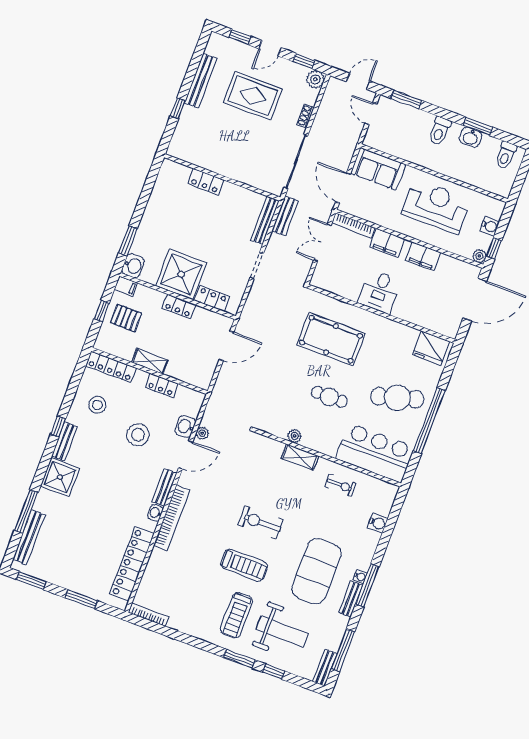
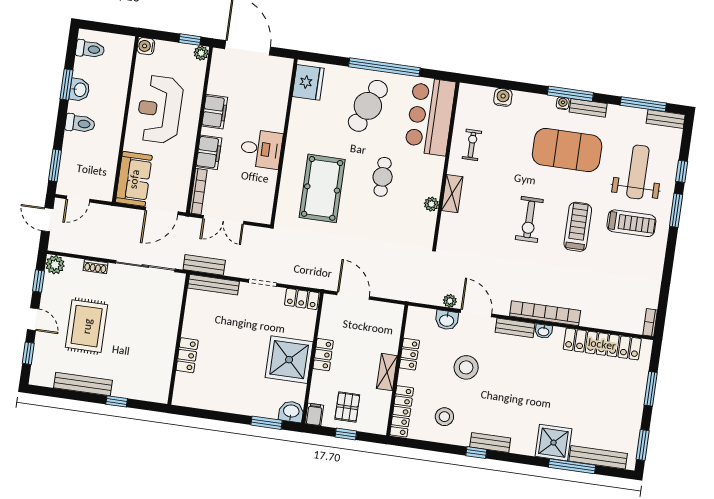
water cooler: (490, 226) -> (146, 46), moved, turned -90
locker: (212, 298) -> (302, 299), moved, turned -90
cafe table: (397, 398) -> (368, 106), turned 39
shower: (60, 477) -> (553, 443), moved
bookcase: (148, 615) -> (650, 322), width x0.64

